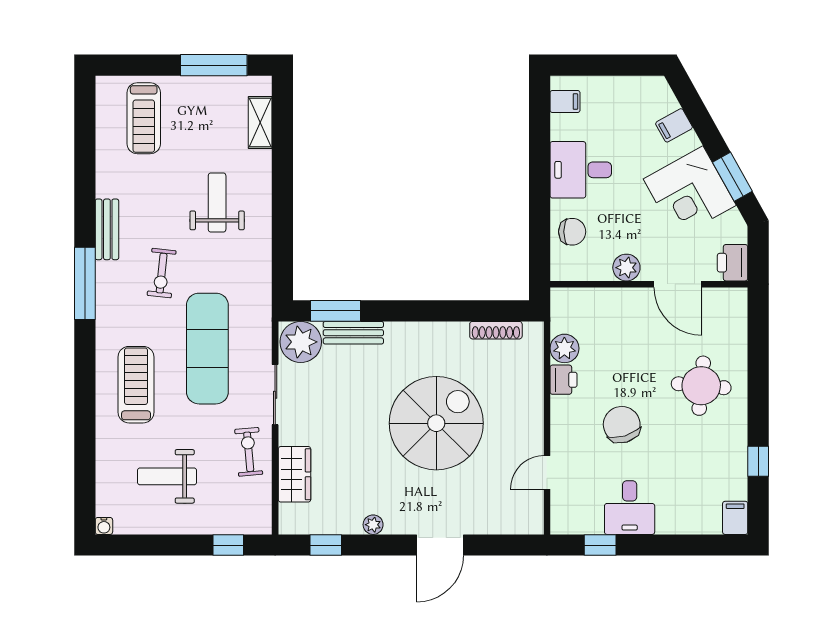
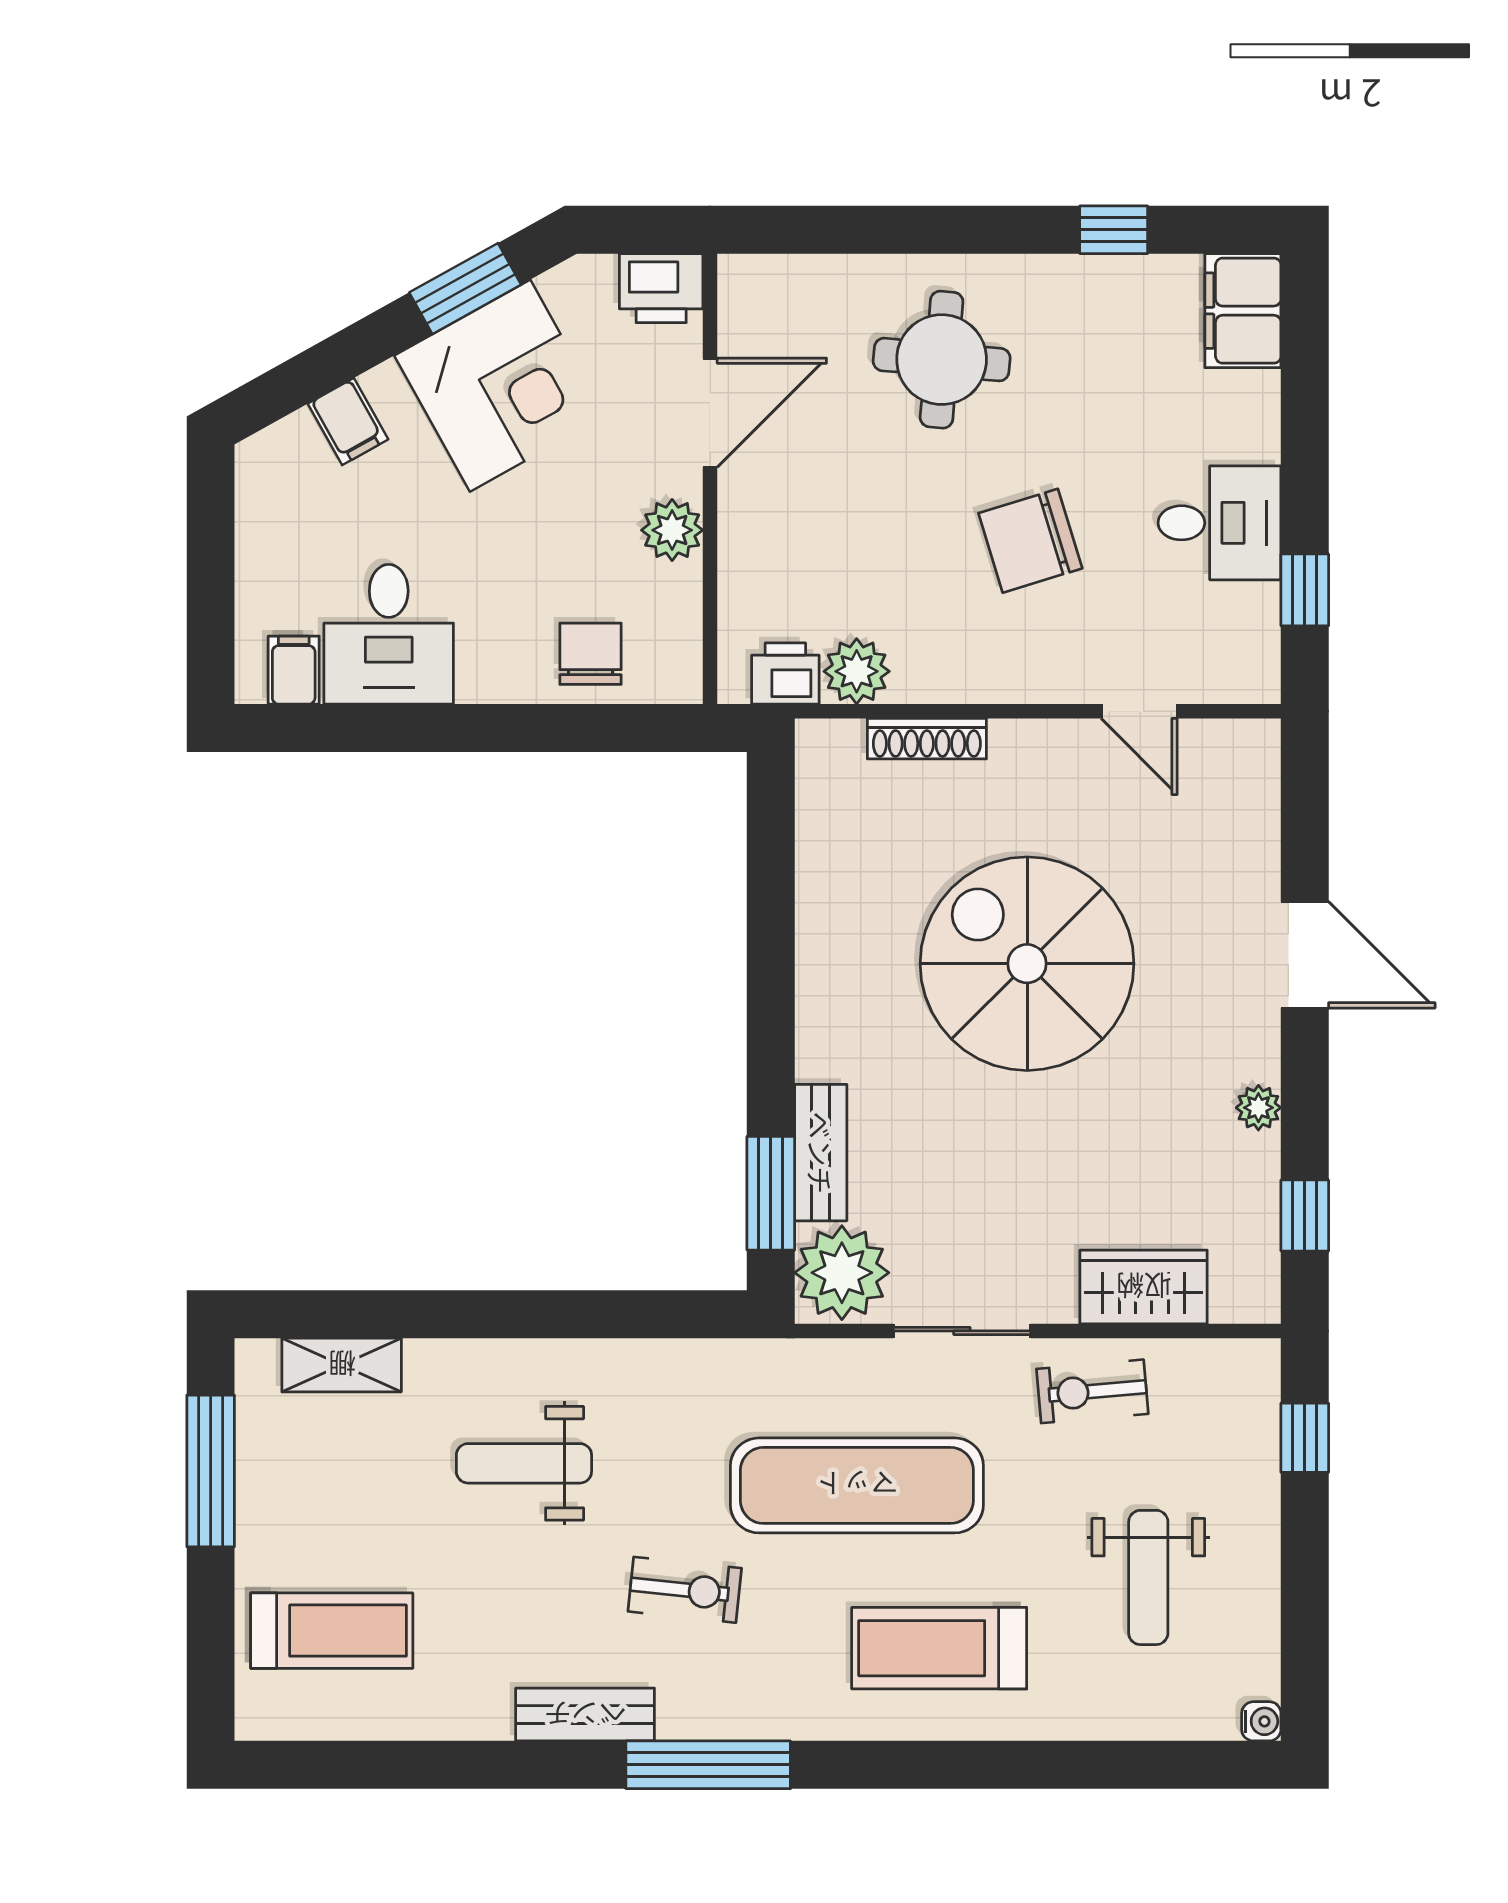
desk: (581, 170) -> (389, 634), moved
shoe rack: (496, 330) -> (927, 739), moved, turned 90
printer: (564, 380) -> (785, 673), moved
filing cabinet: (735, 518) -> (1243, 311), width x2.00

